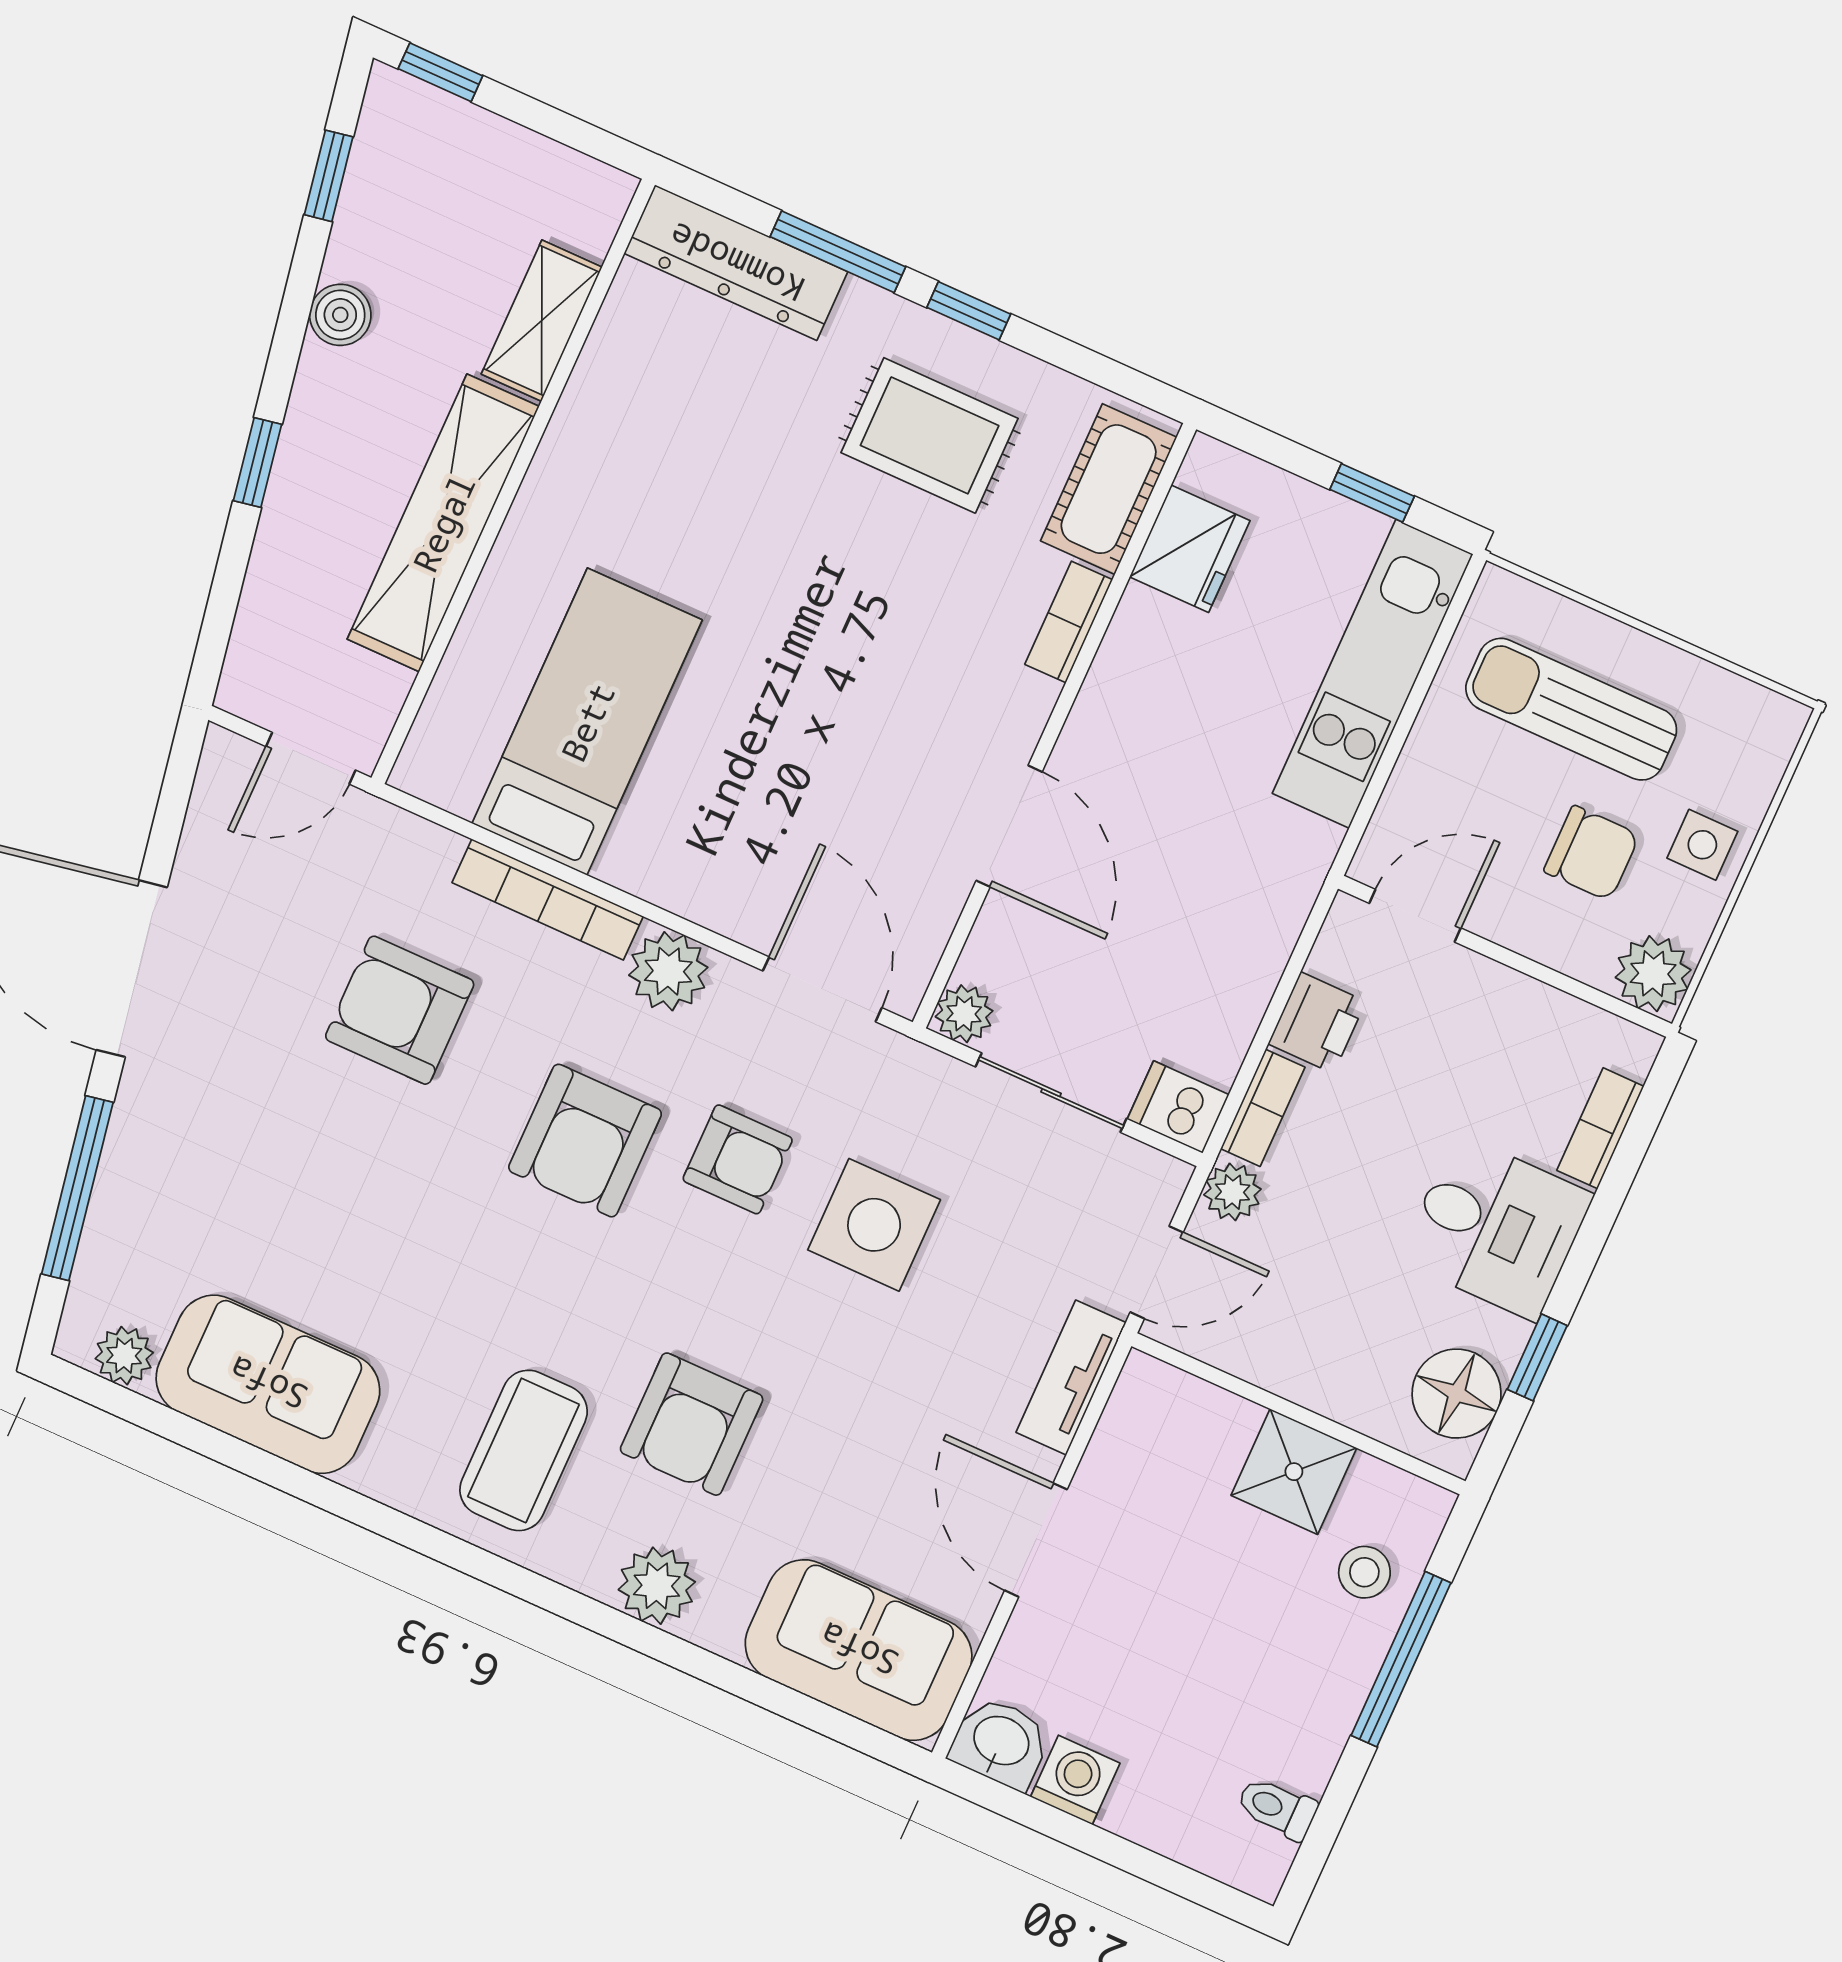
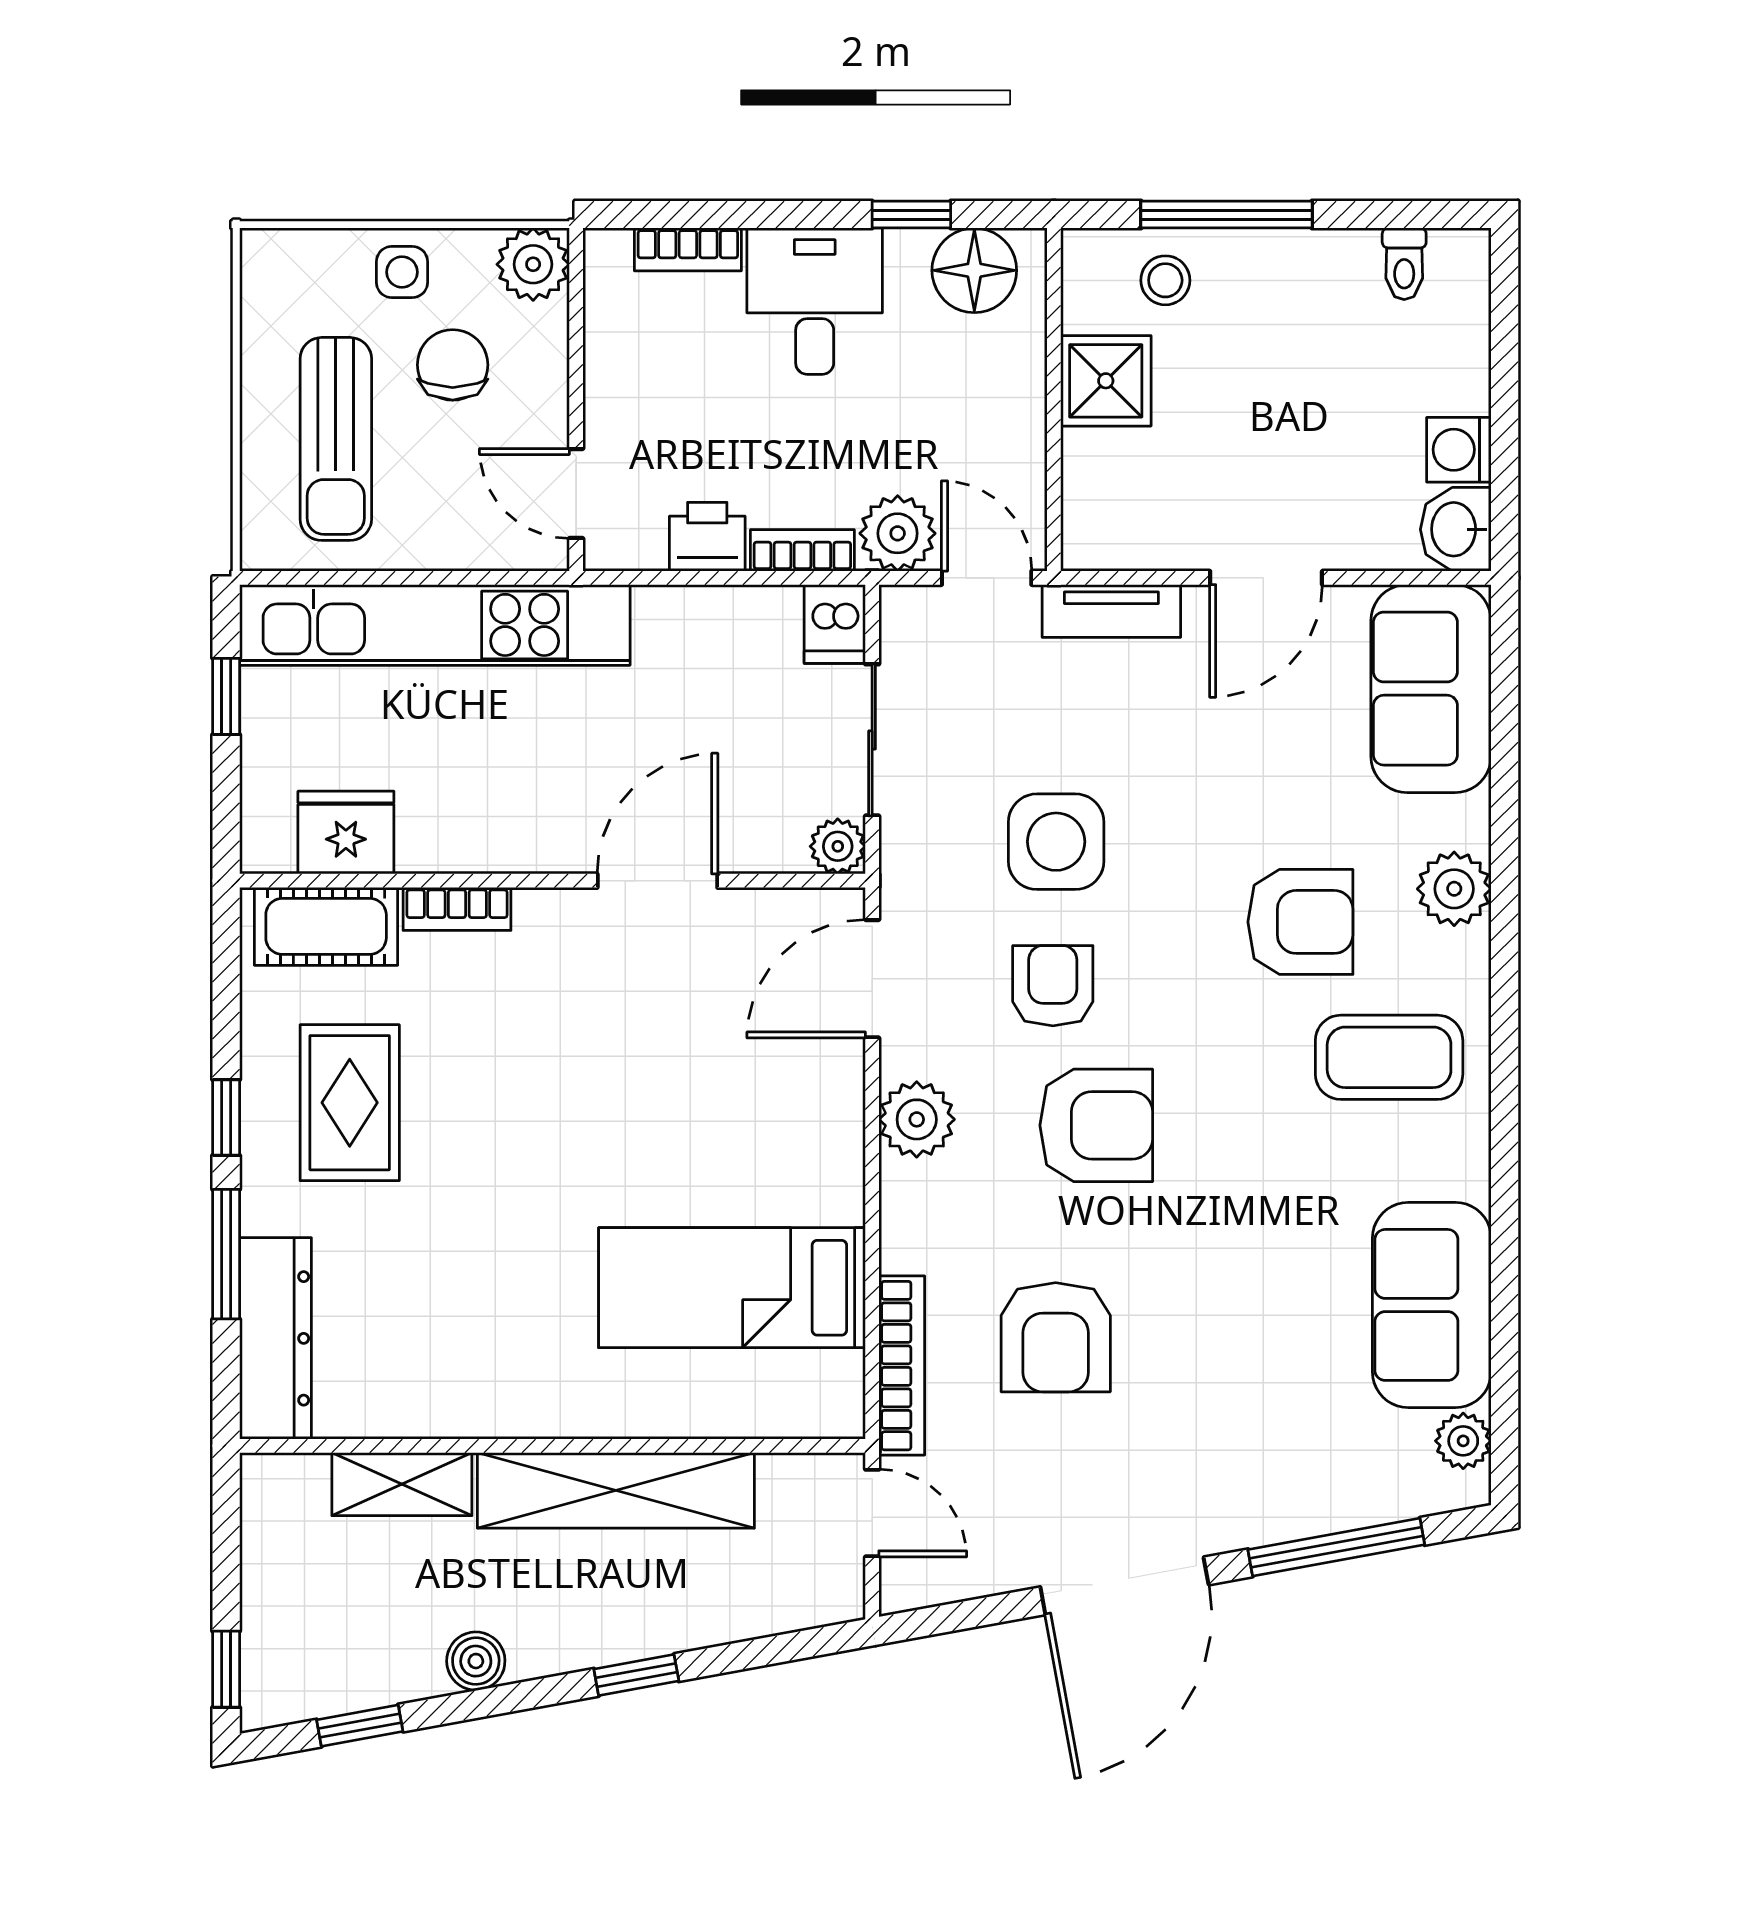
kitchen unit: (1373, 674) -> (435, 625), width x1.36
bookcase: (548, 900) -> (902, 1366), moved
plant: (1232, 1192) -> (898, 533), width x1.38, depth x1.38

